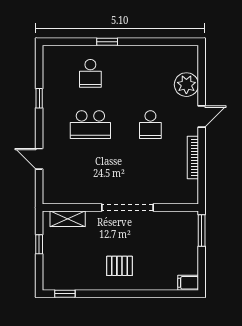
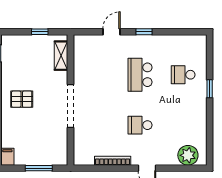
plant: (186, 85) -> (188, 155), moved
window: (39, 98) -> (144, 32), moved
window: (202, 231) -> (39, 168), moved
pallet: (119, 266) -> (22, 99), turned 90

